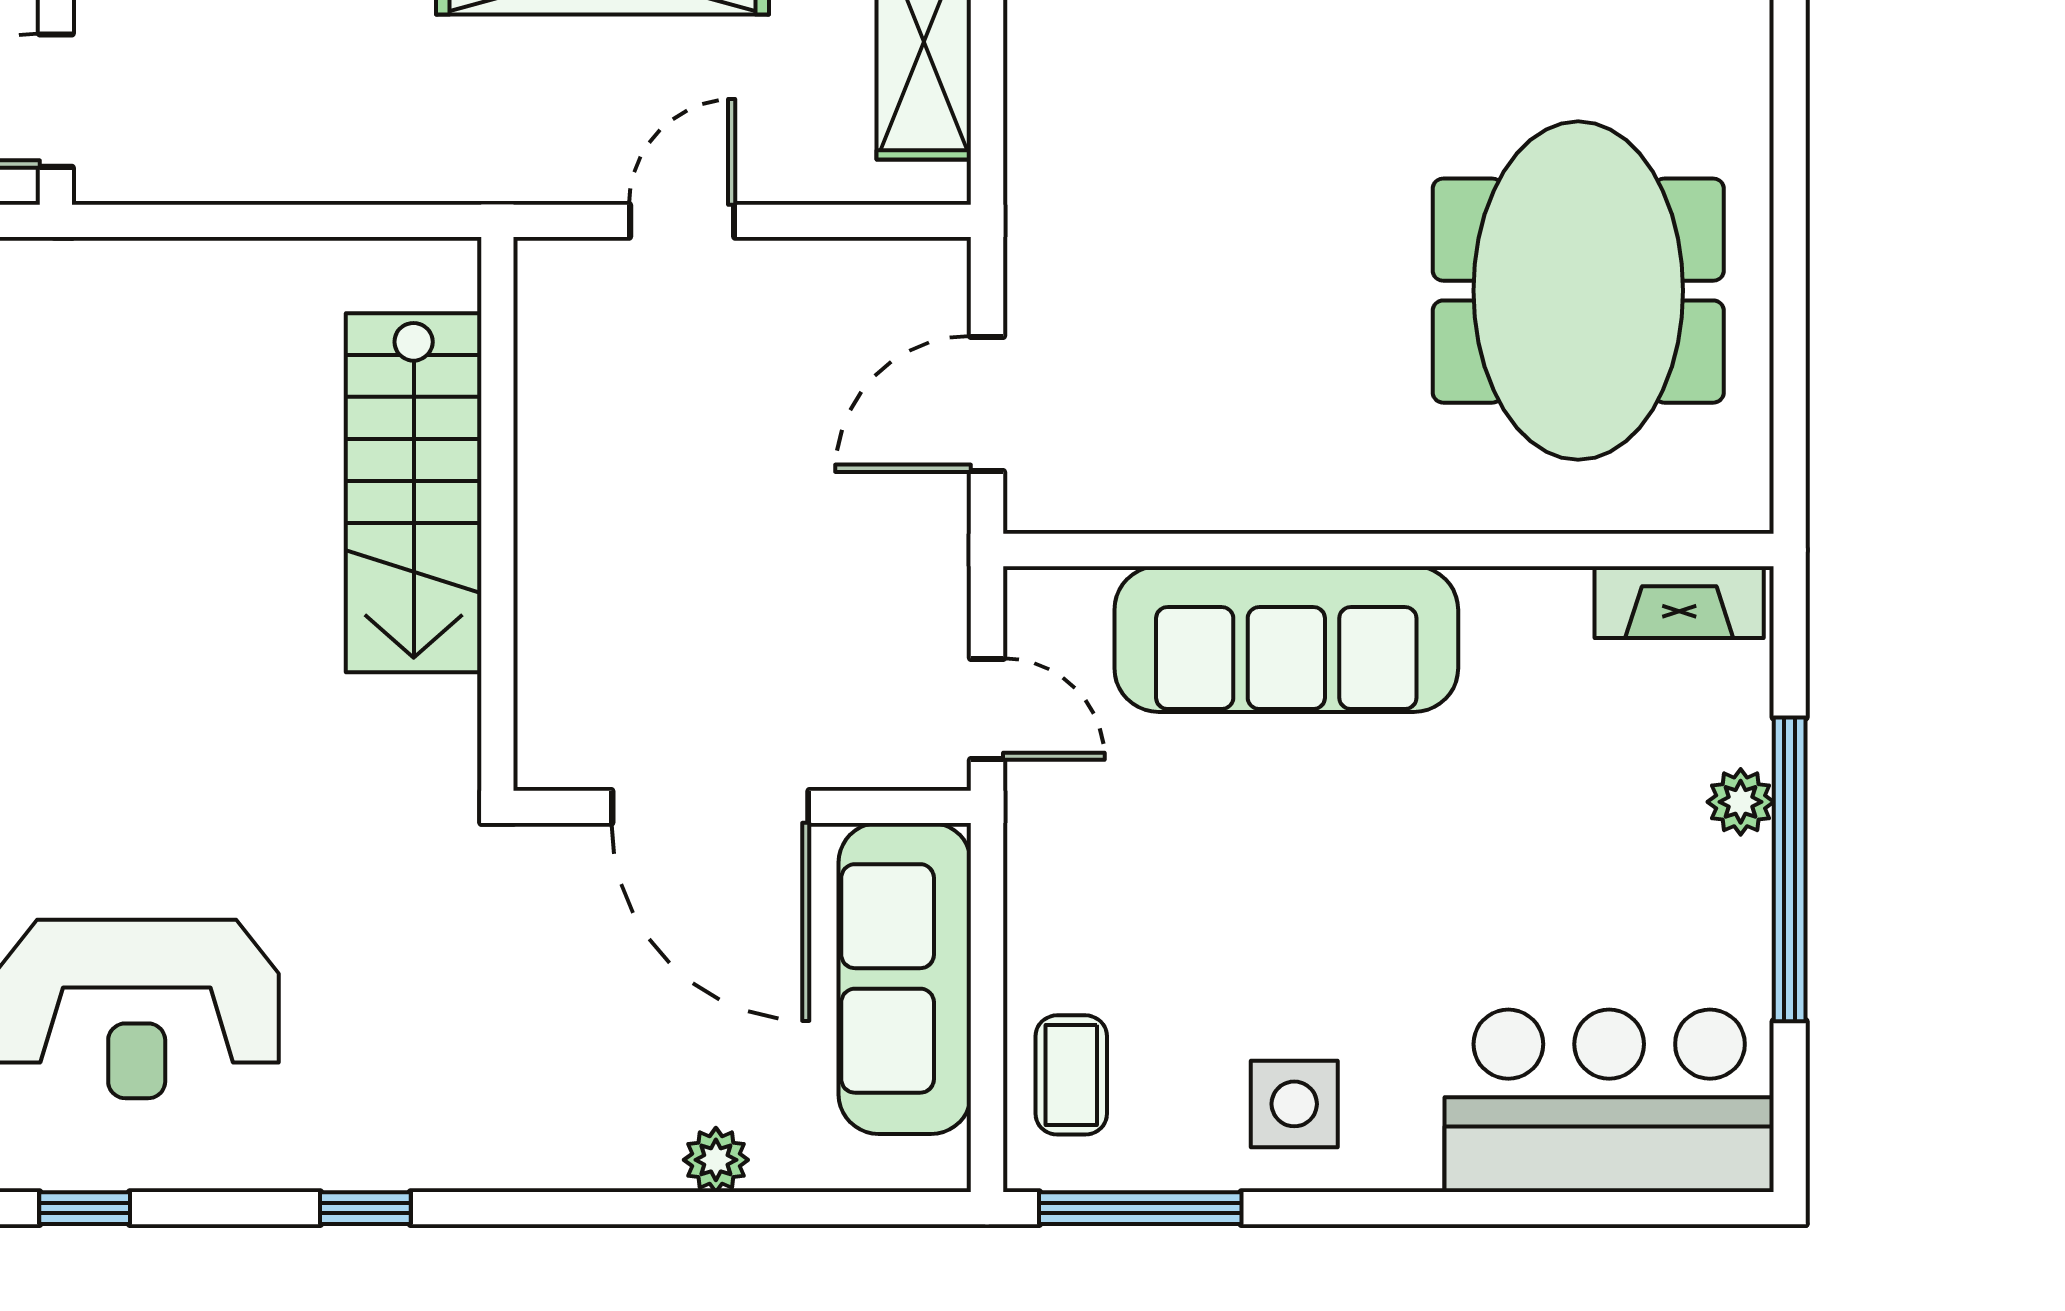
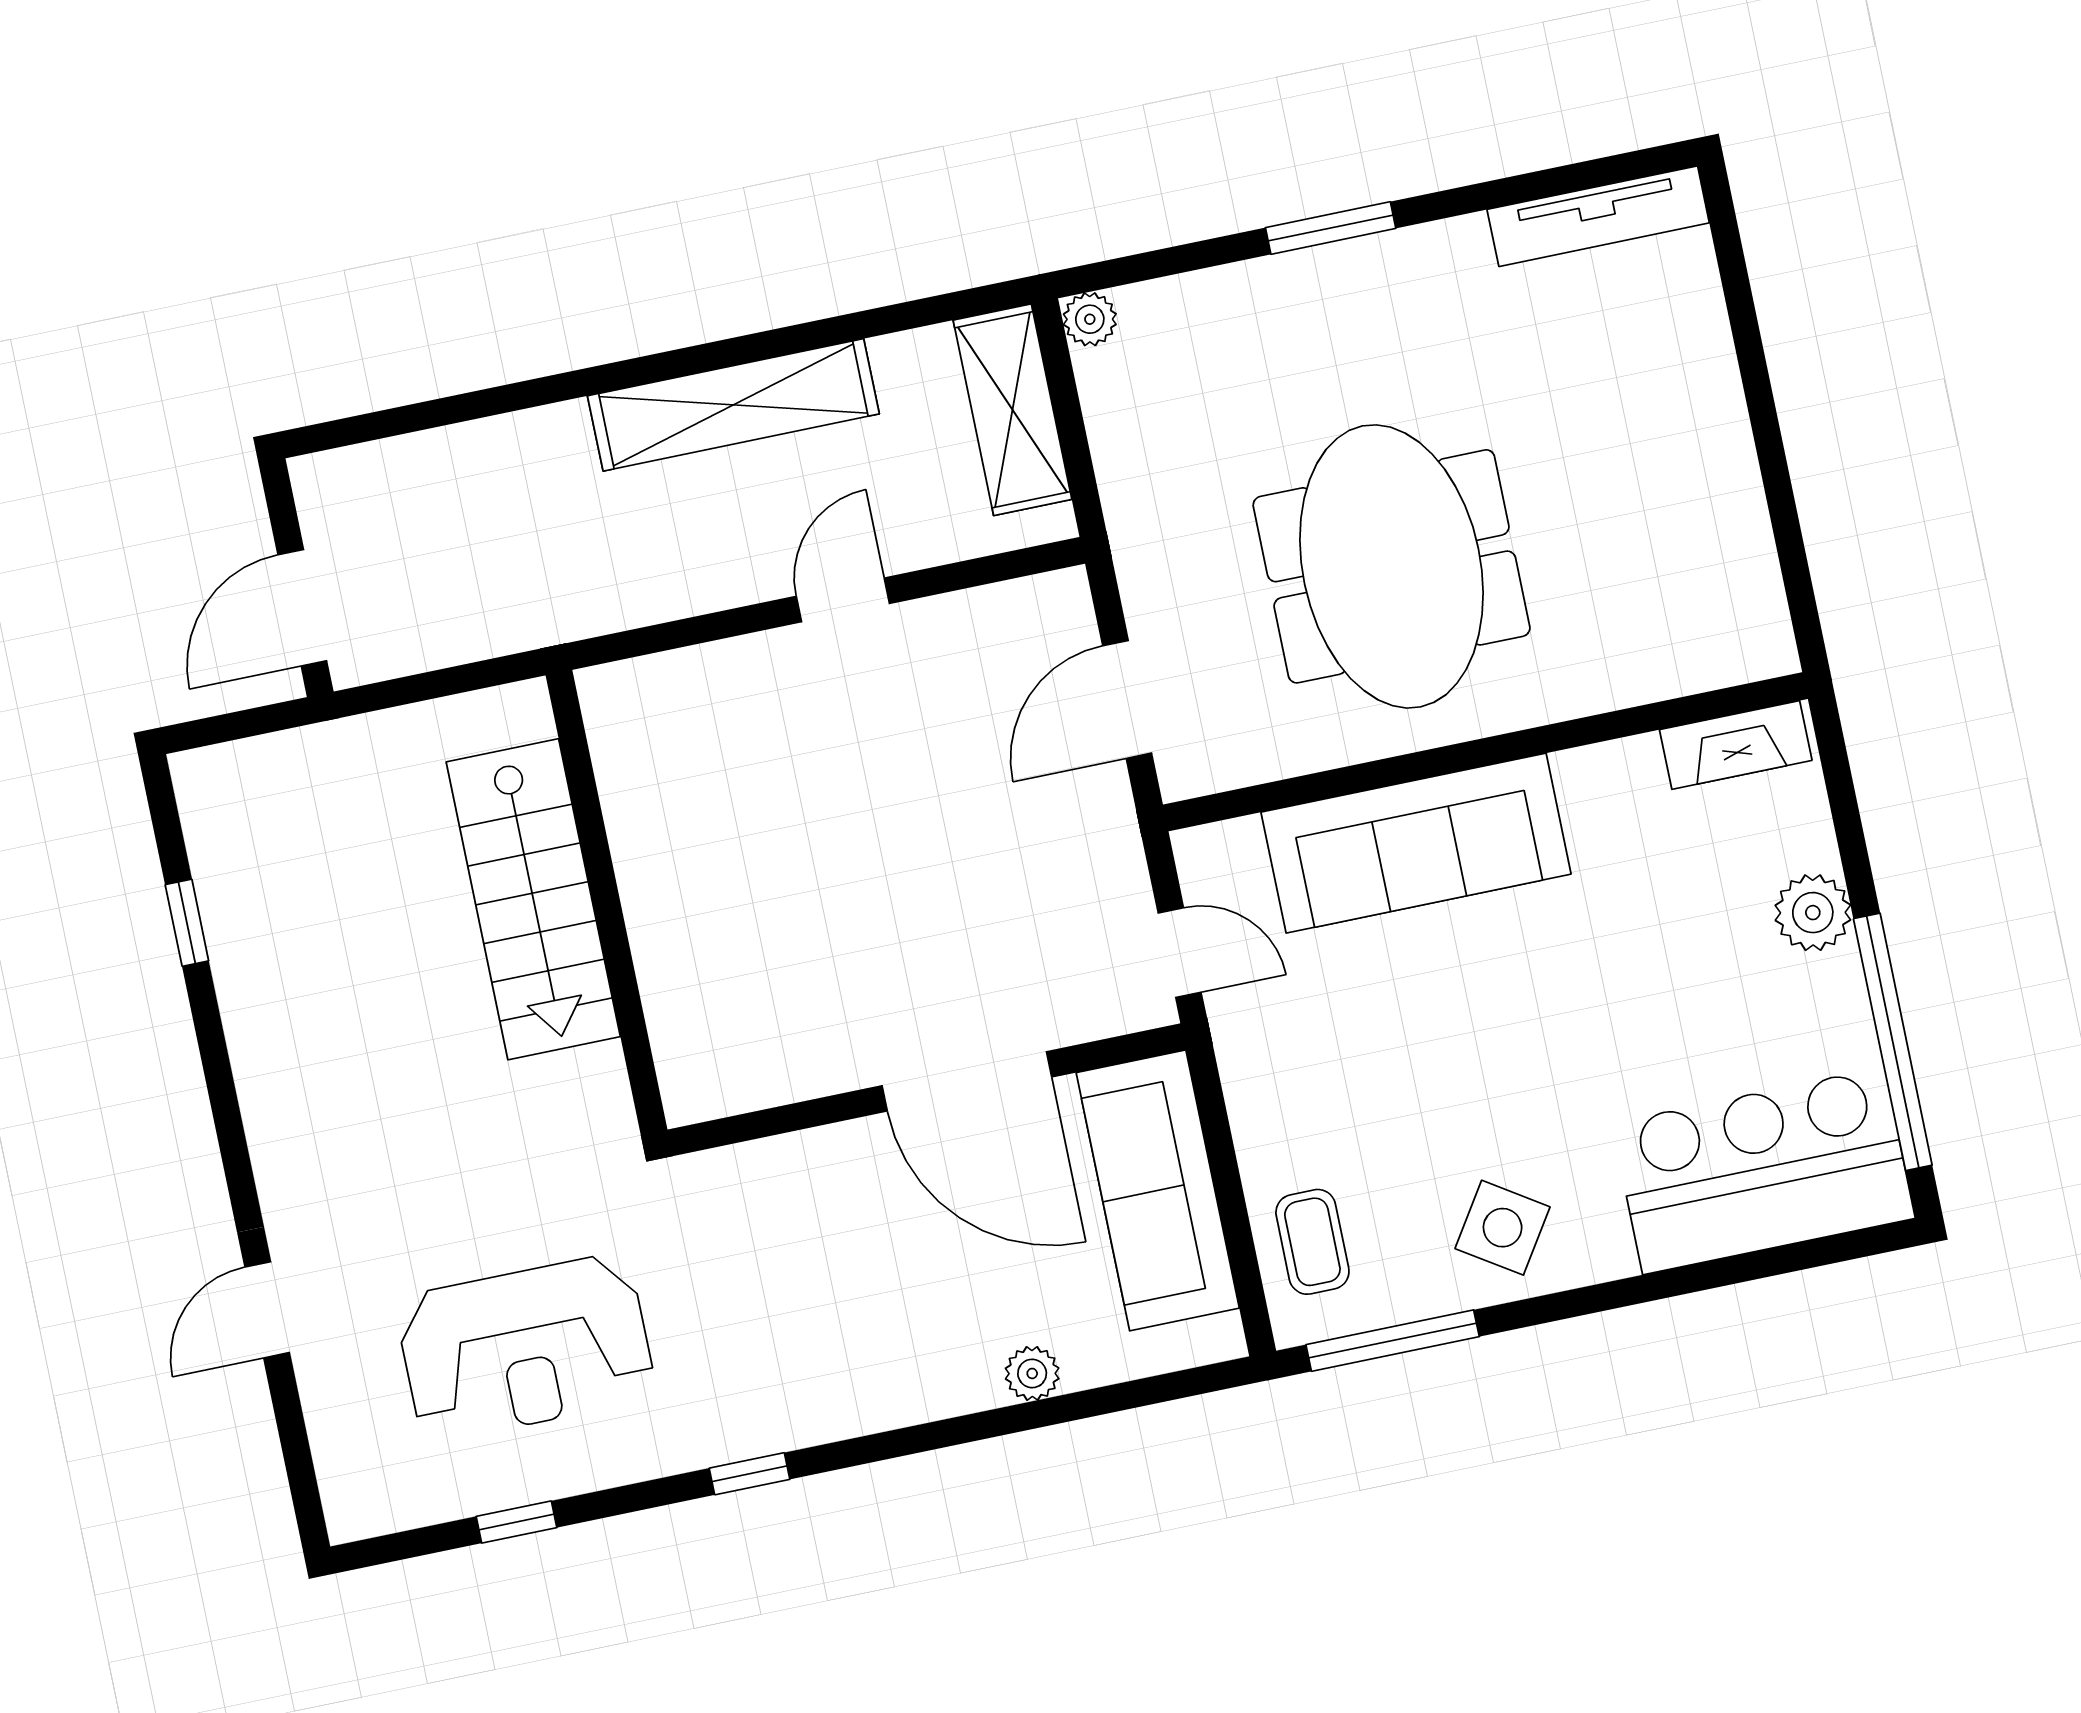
meeting table: (1578, 291) -> (1392, 566), moved
stairs: (414, 493) -> (533, 899), moved
wall: (497, 514) -> (607, 902), moved
plant: (1741, 802) -> (1813, 913), width x1.38, depth x1.38
window: (1790, 869) -> (1893, 1042), moved
side table: (1294, 1104) -> (1503, 1228), turned 33

